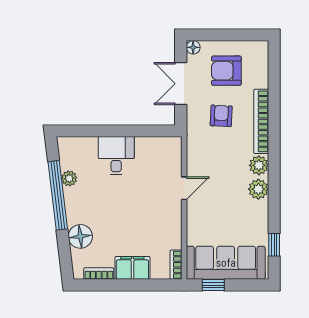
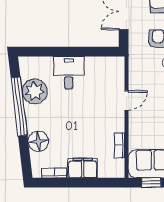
plant: (69, 178) -> (35, 91), width x1.87, depth x1.87
bookcase: (176, 265) -> (120, 145), moved

